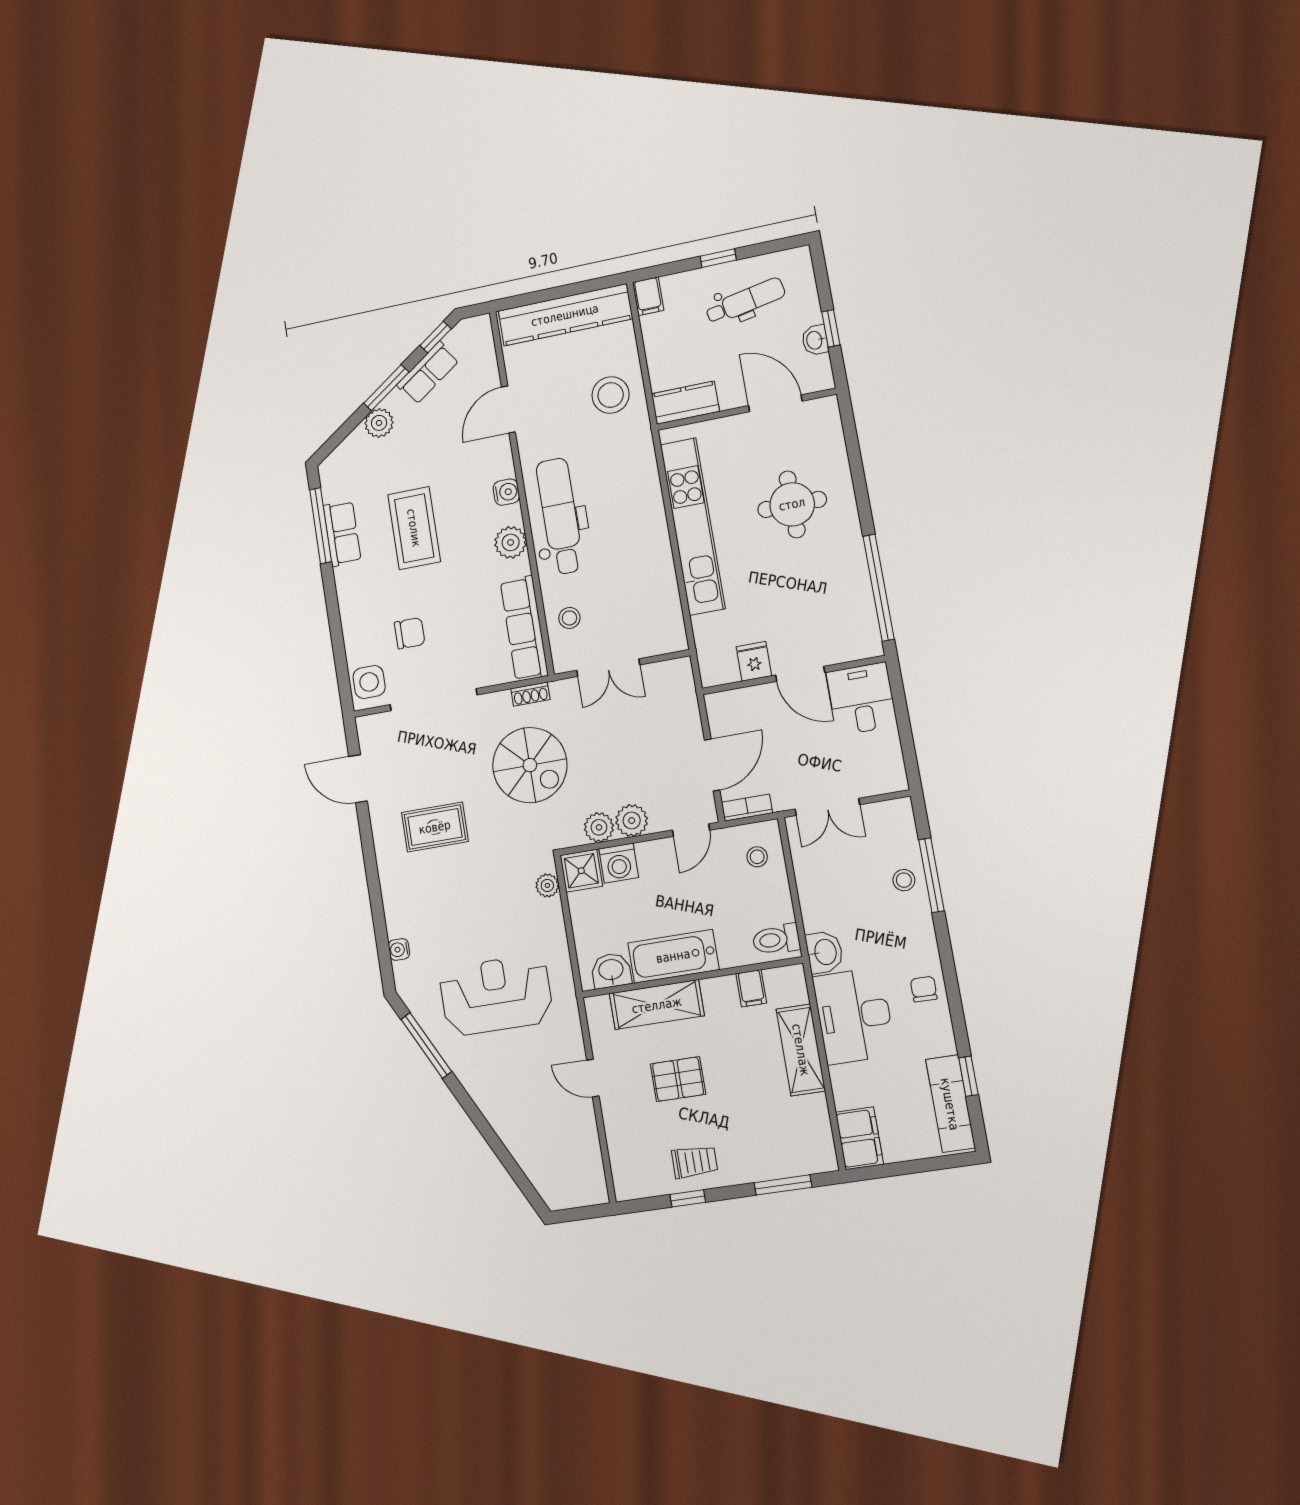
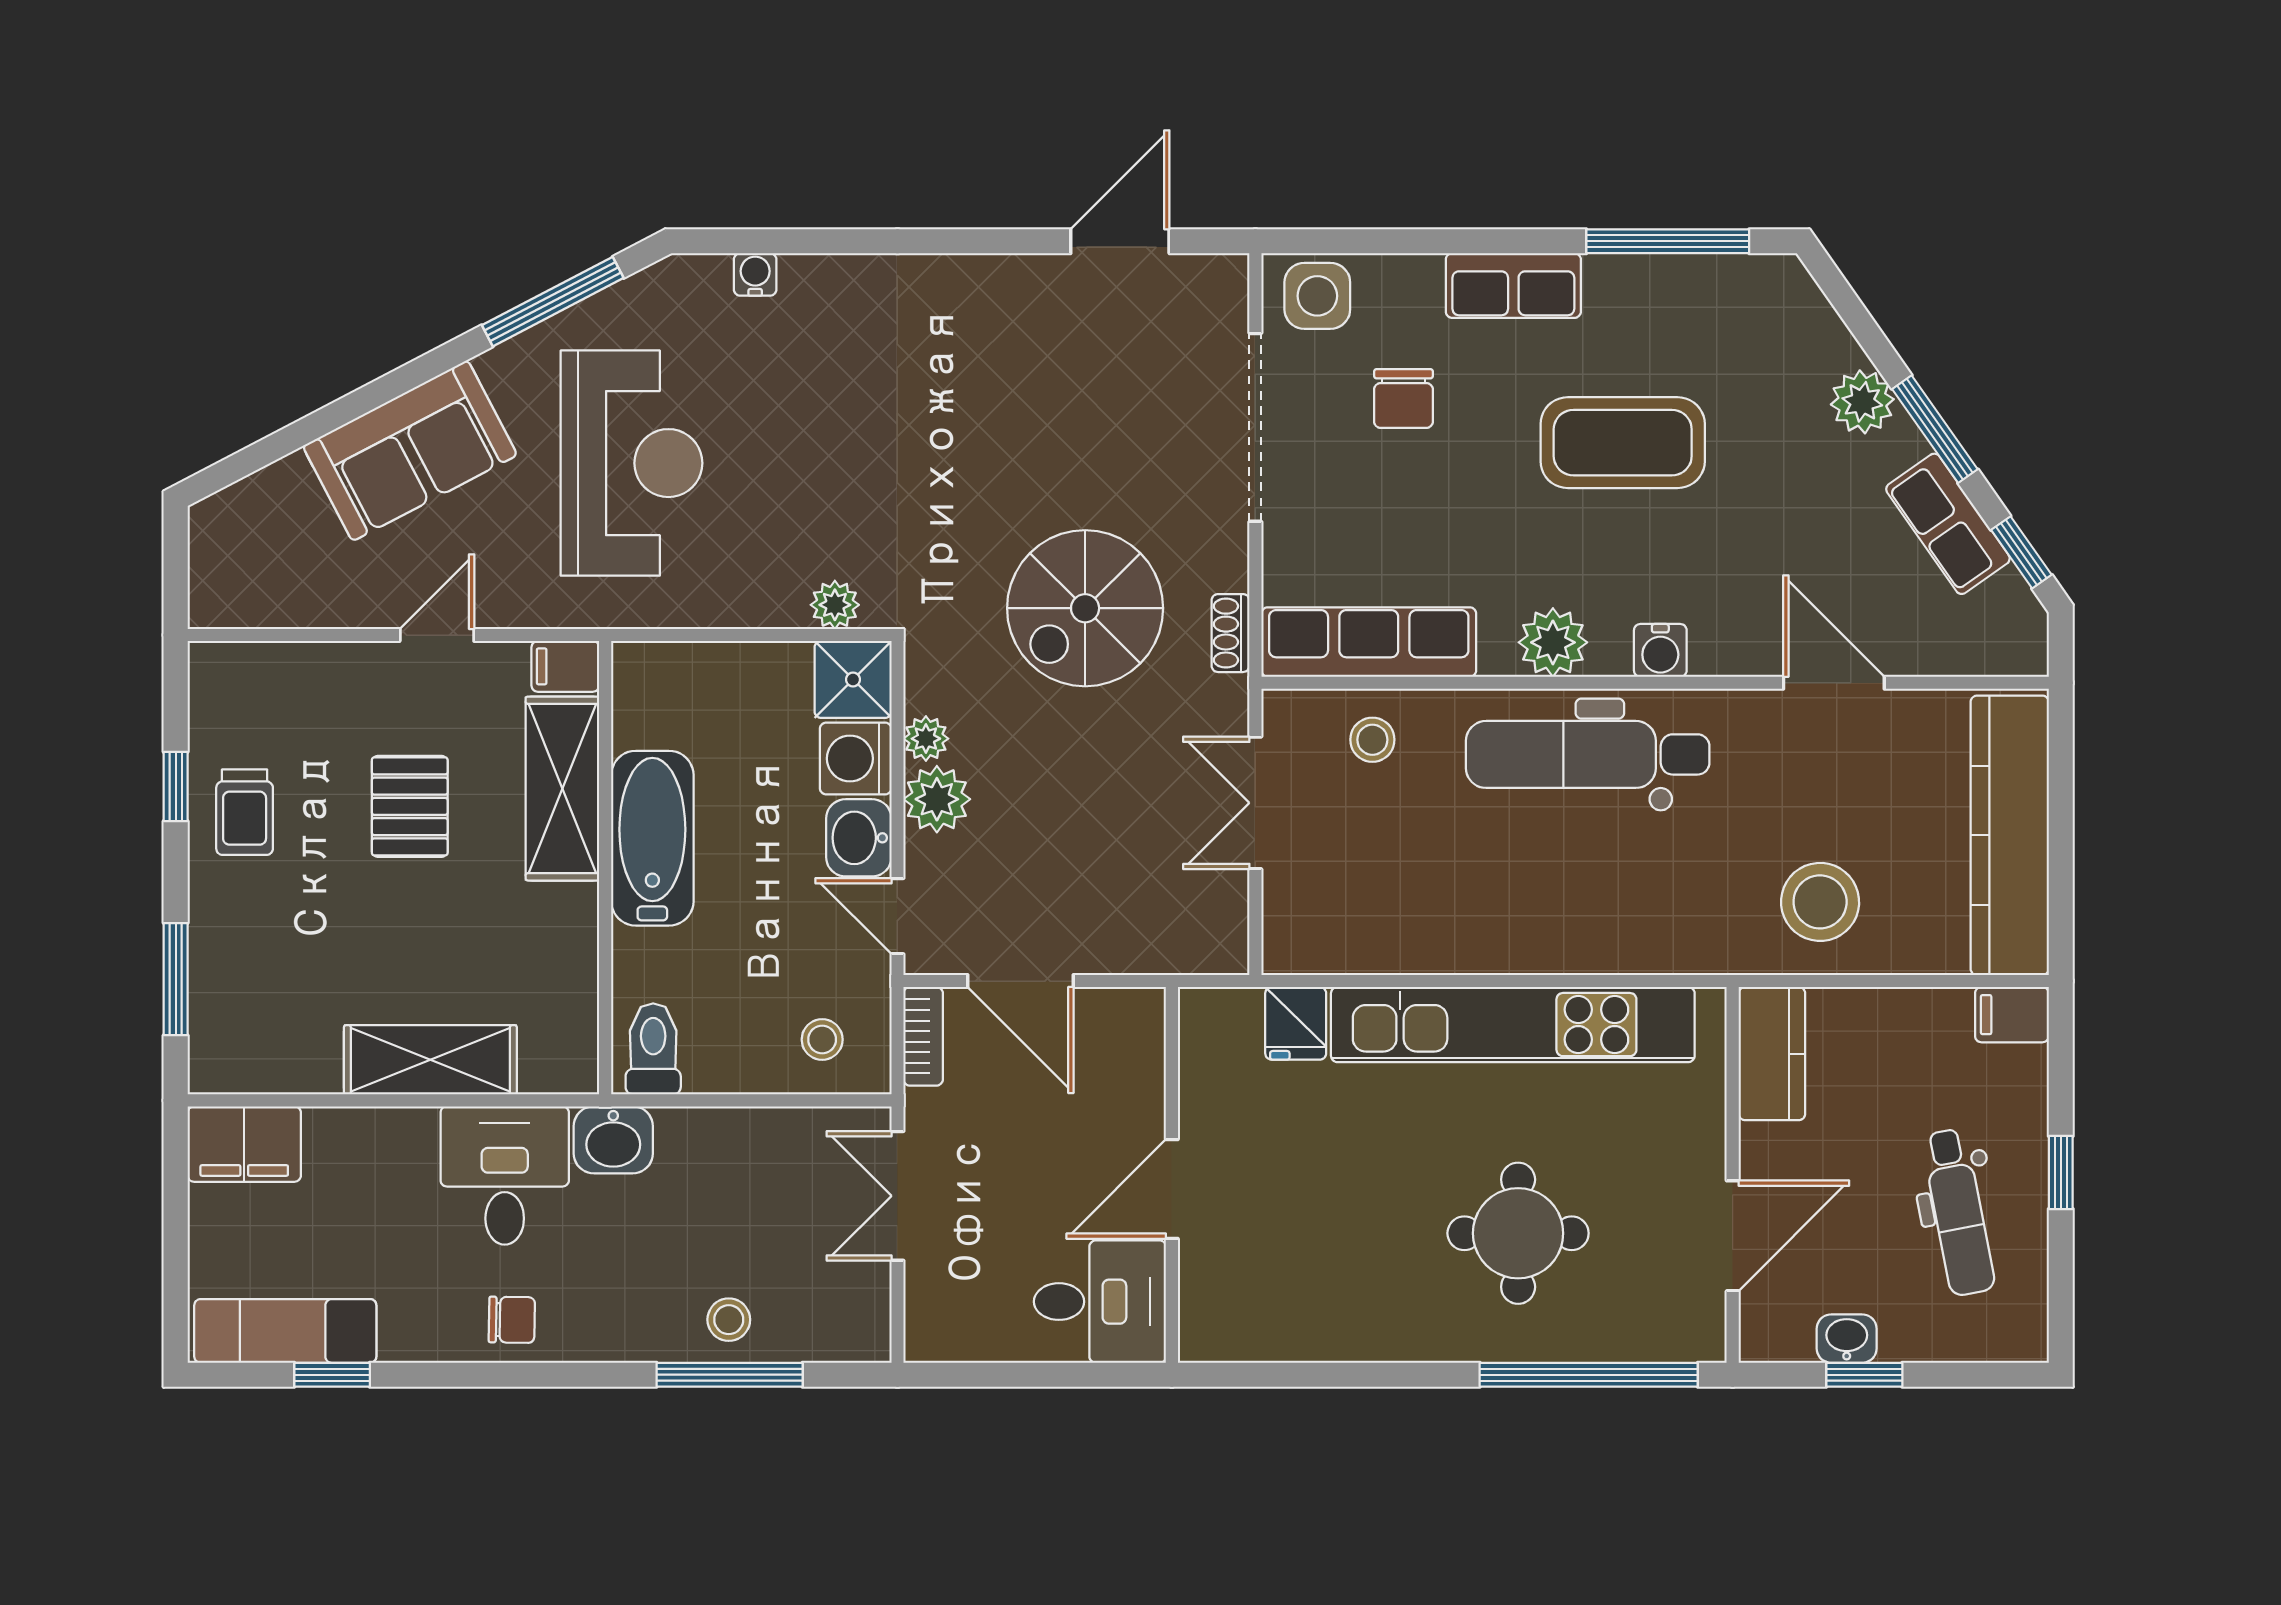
dental chair: (560, 516) -> (1588, 754), turned 180
row of seats: (342, 533) -> (1513, 286), moved
window: (879, 588) -> (1589, 1375), moved
fridge: (754, 661) -> (1296, 1023), moved, turned 90
rug: (435, 827) -> (992, 389), removed
plant: (599, 827) -> (926, 739), width x0.73, depth x0.73
washbasin: (611, 971) -> (859, 838), moved, turned 180
filing cabinet: (751, 988) -> (565, 666), moved
desk: (854, 1016) -> (505, 1175), width x0.73
sofa: (507, 1105) -> (410, 451), added

